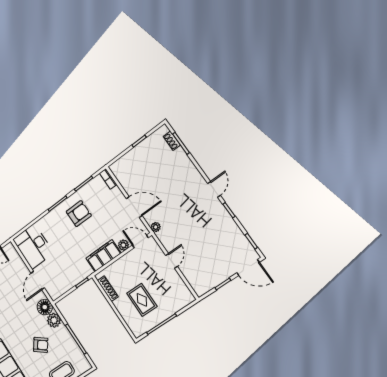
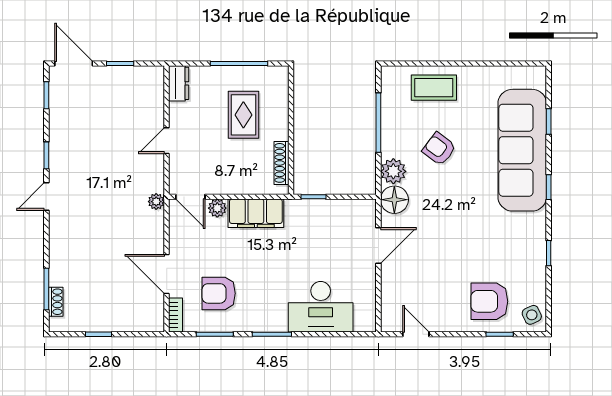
door: (134, 207) -> (167, 274), moved
armchair: (79, 214) -> (219, 293), moved
desk: (33, 246) -> (321, 307), moved, turned 90
dresser: (185, 294) -> (179, 83), added

